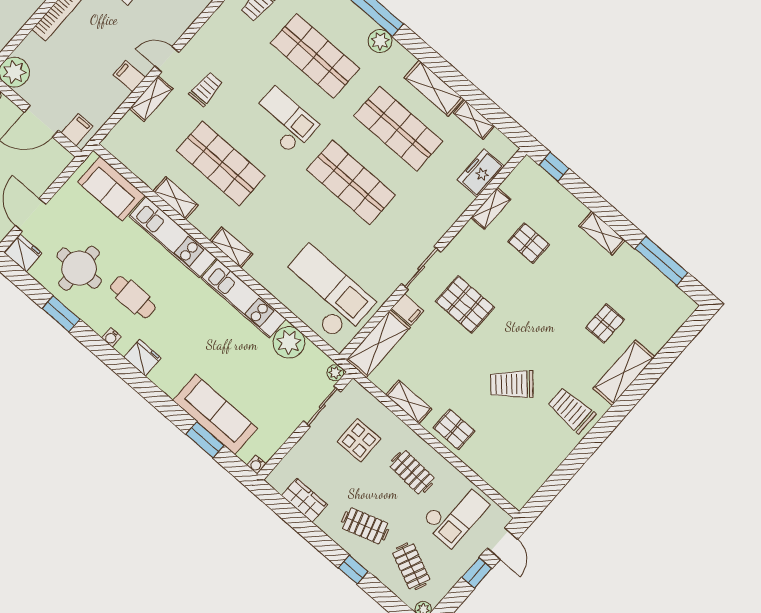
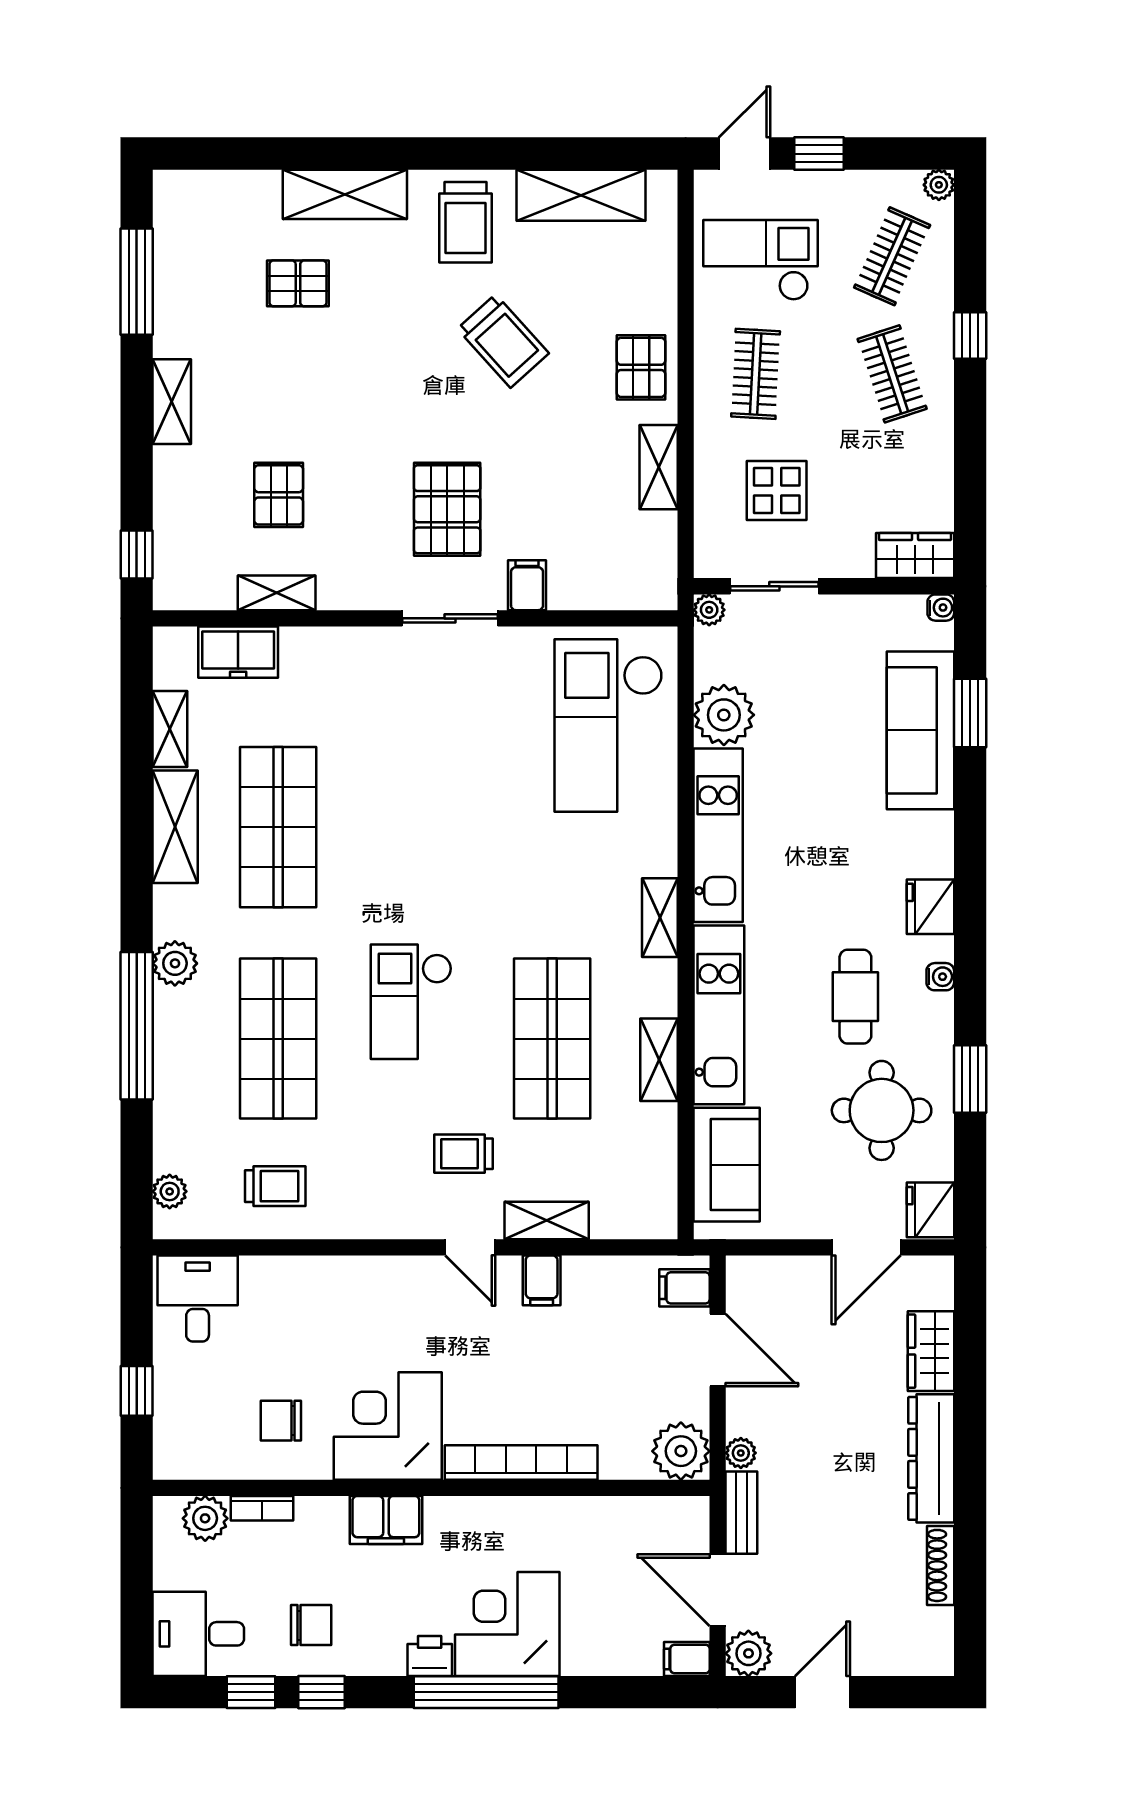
shop shelf: (351, 182) -> (415, 827), removed
shelving: (378, 344) -> (581, 195), moved
wardrobe: (304, 500) -> (915, 556), moved, turned 90

